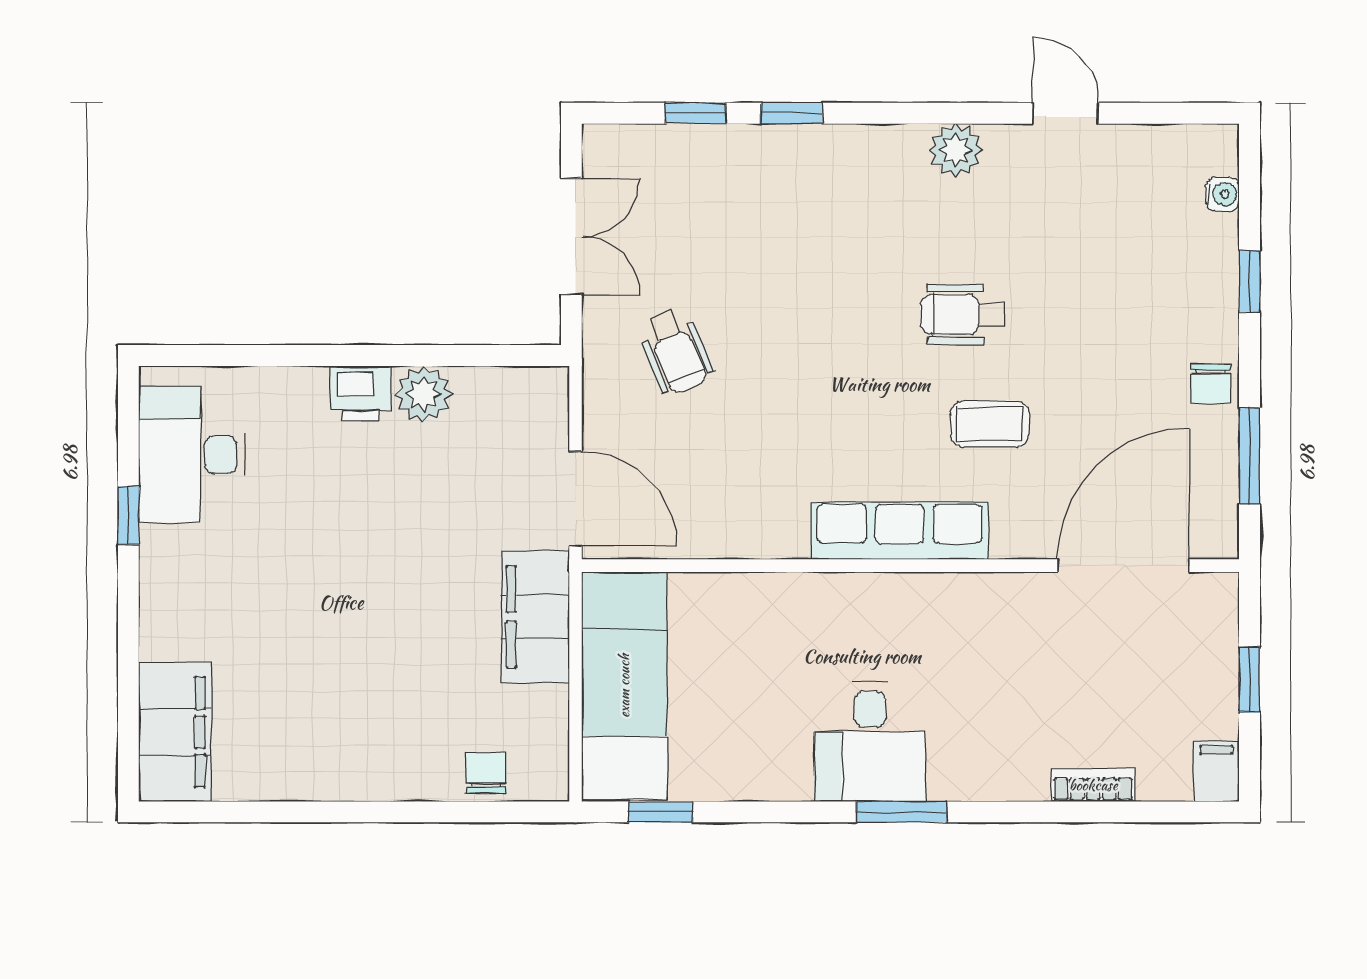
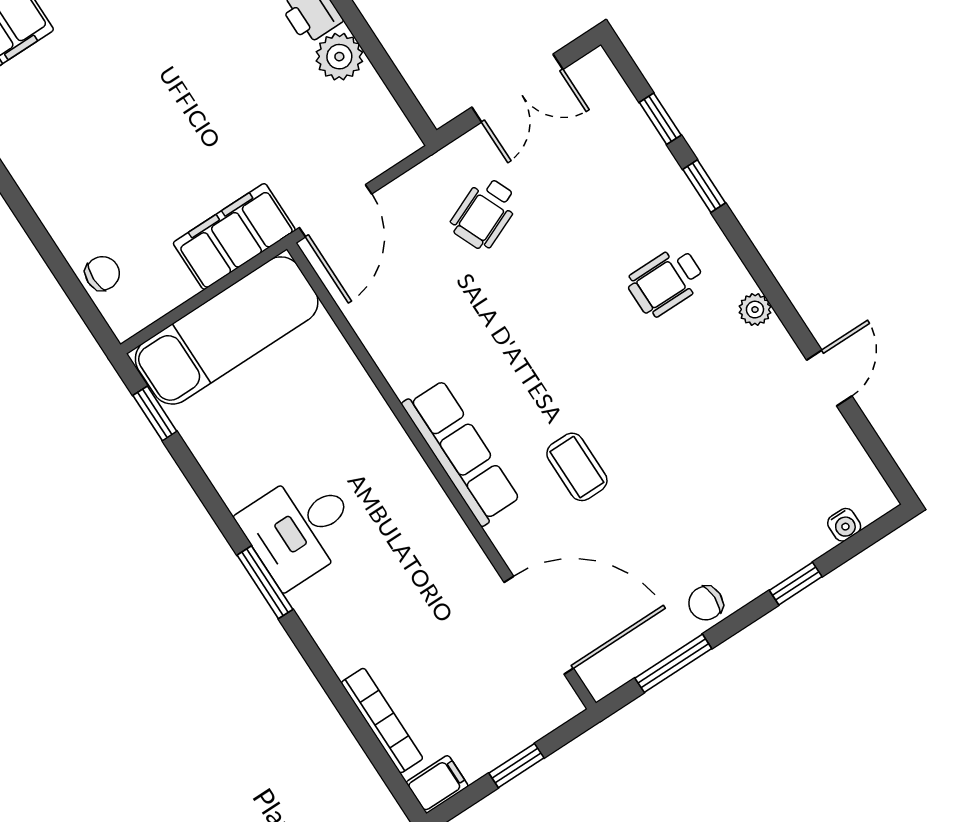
plant: (956, 150) -> (755, 310), width x0.73, depth x0.73
wheelchair: (962, 314) -> (666, 282), moved, turned -90
bookcase: (1093, 785) -> (382, 721), width x1.56

